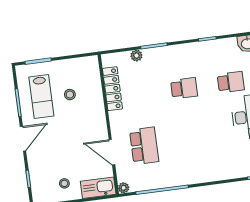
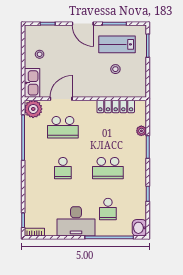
school desk: (184, 88) -> (108, 168), width x1.85
school desk: (191, 140) -> (63, 168), added
plant: (124, 188) -> (33, 109), width x1.88, depth x1.88

